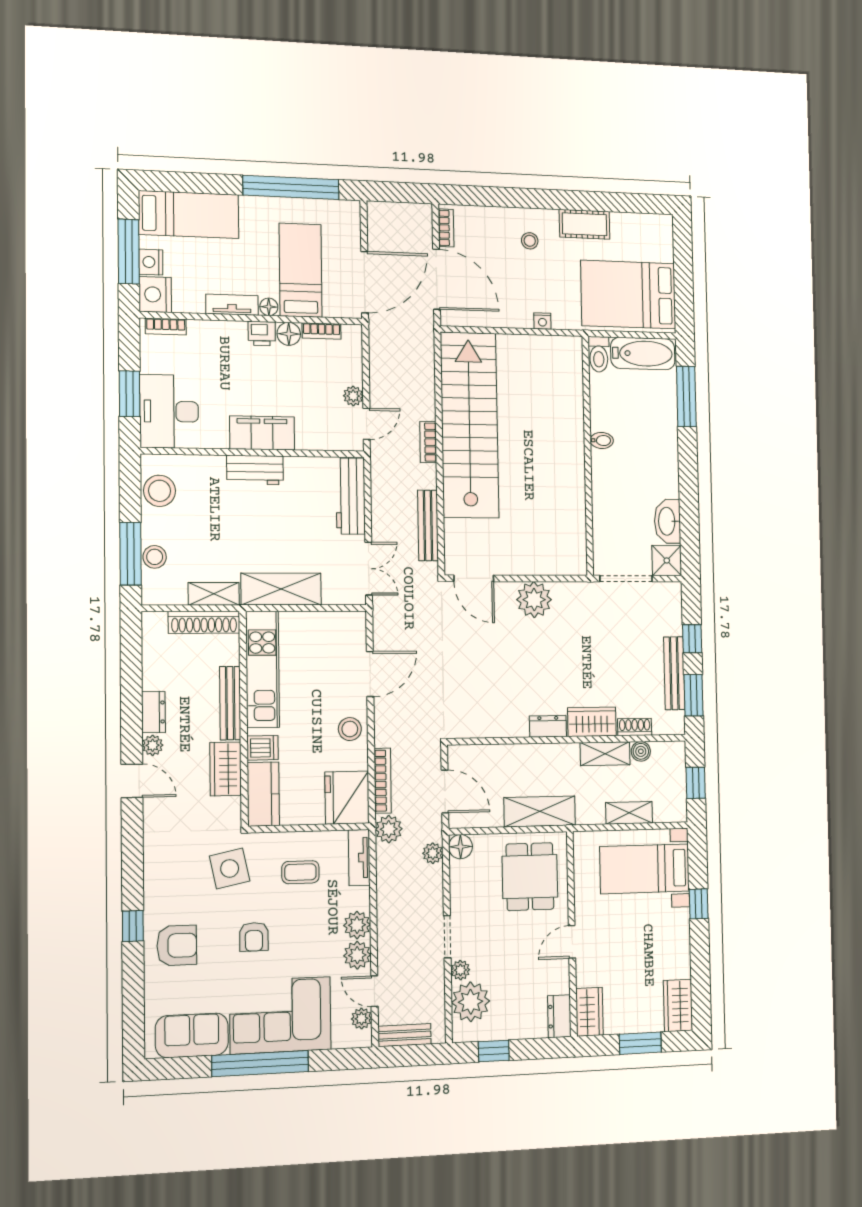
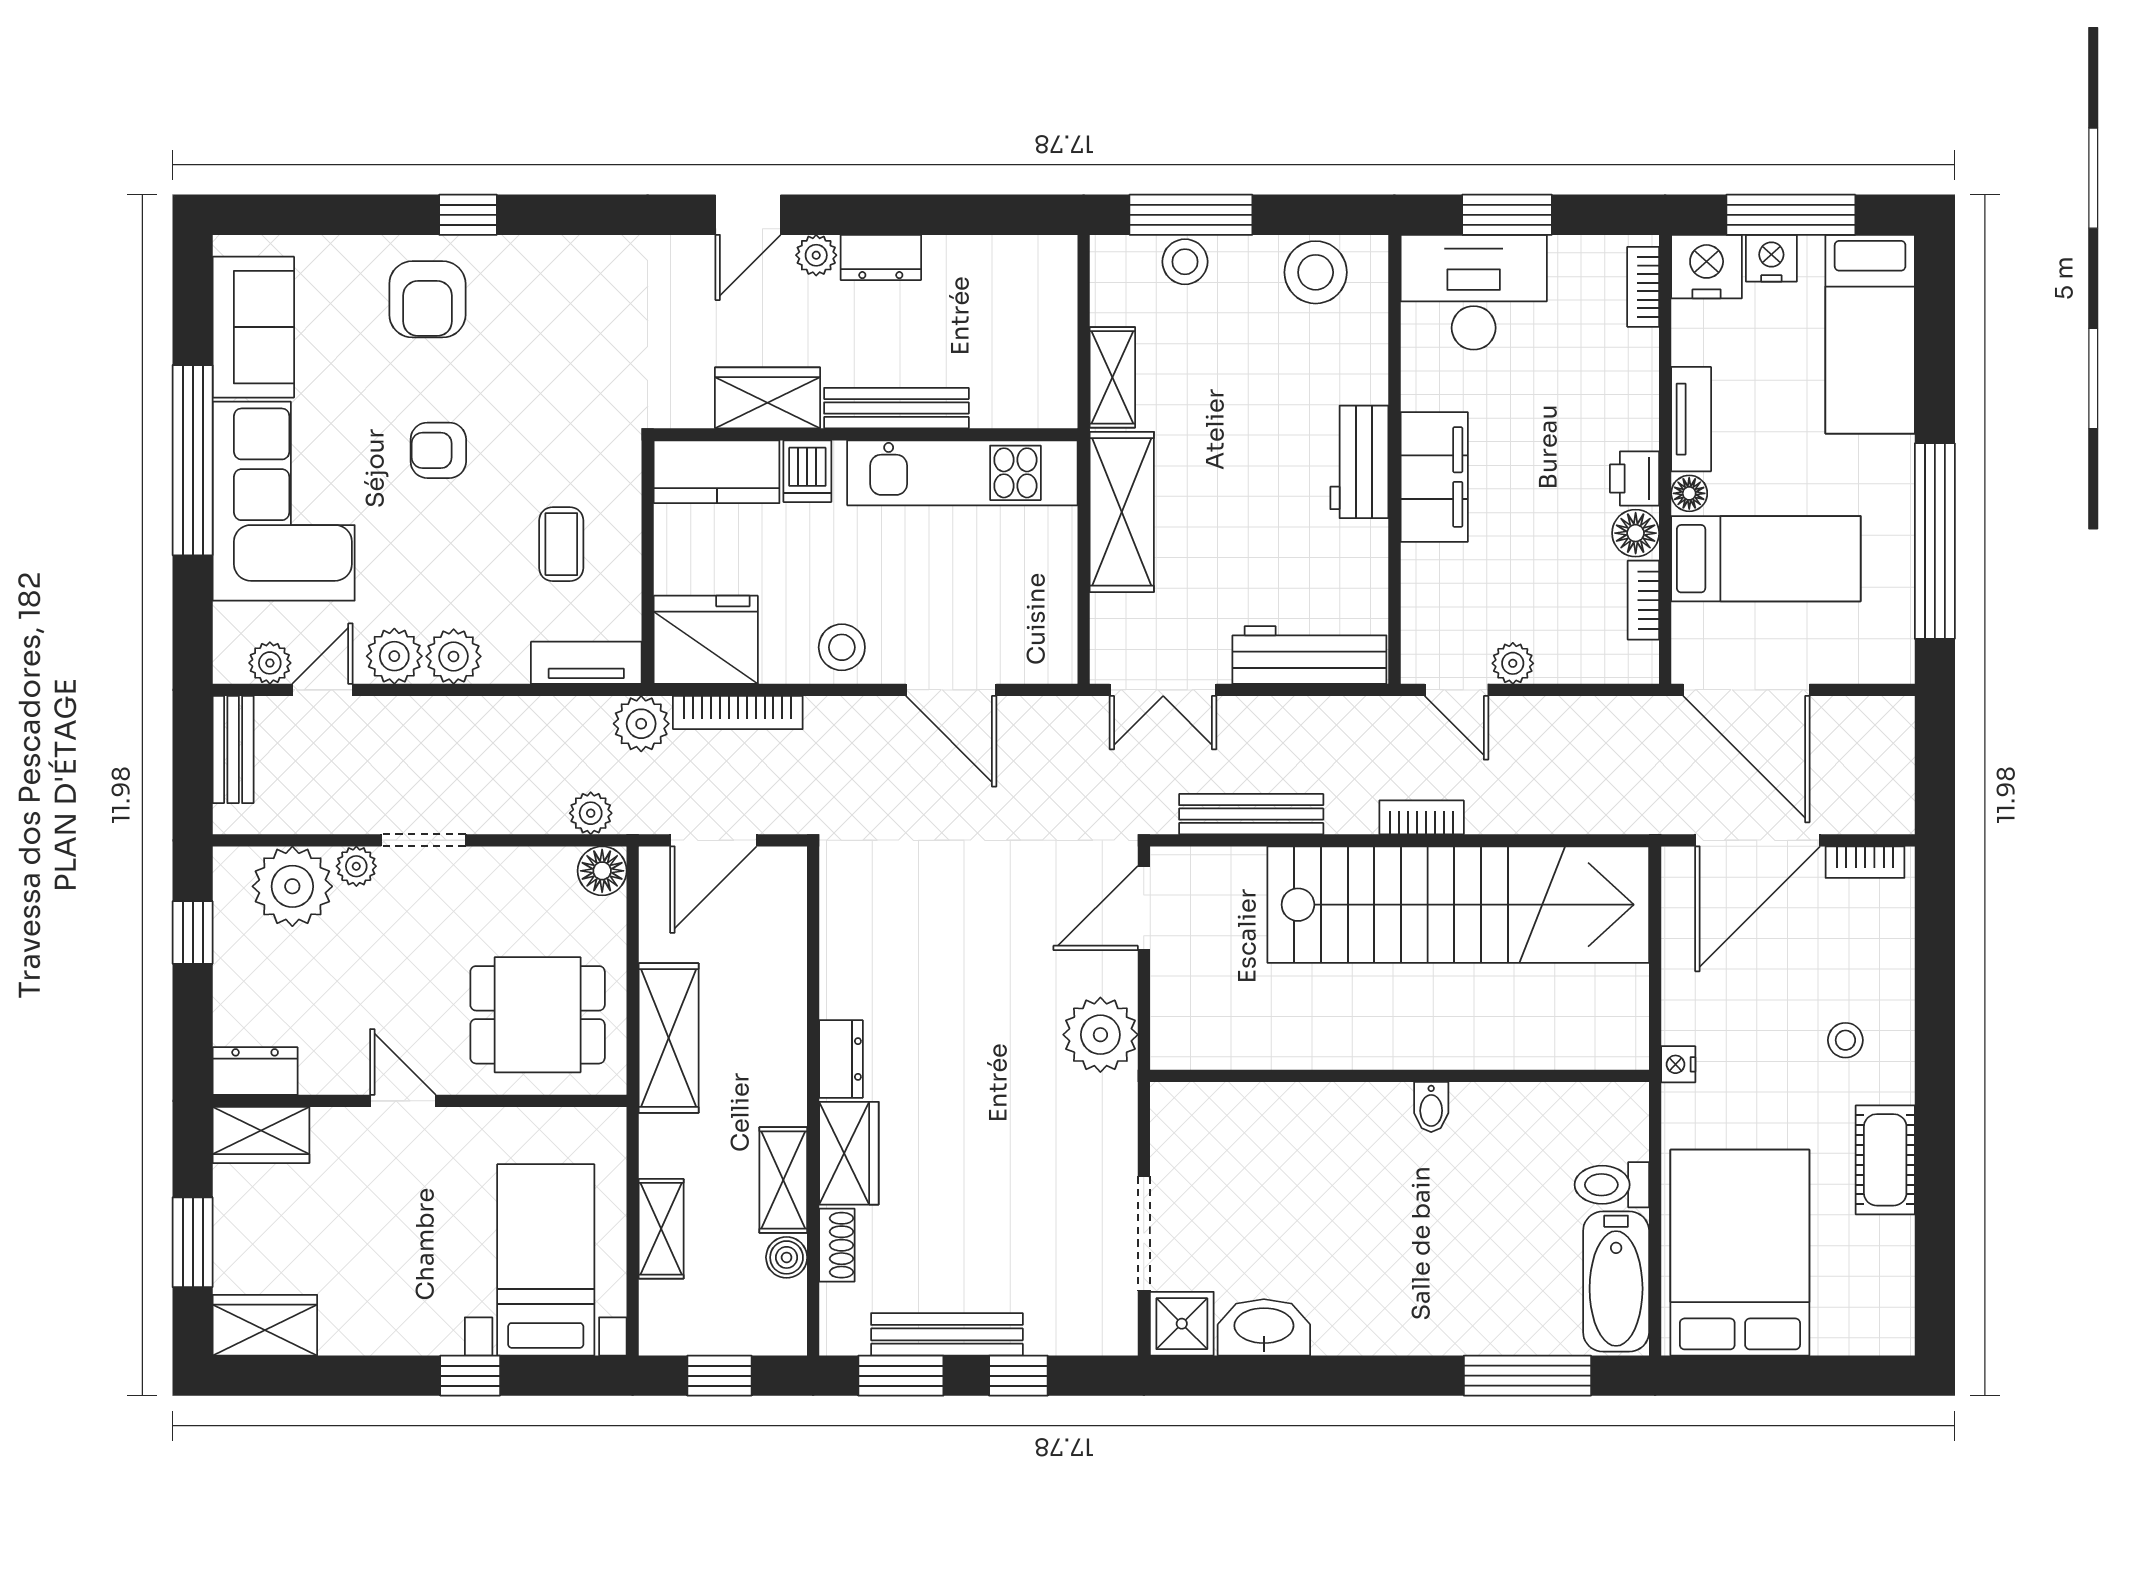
bidet: (602, 440) -> (1431, 1107), moved
wall: (588, 455) -> (1400, 1076), moved
shoe rack: (204, 622) -> (1056, 358), removed
side table: (230, 868) -> (573, 404), removed

